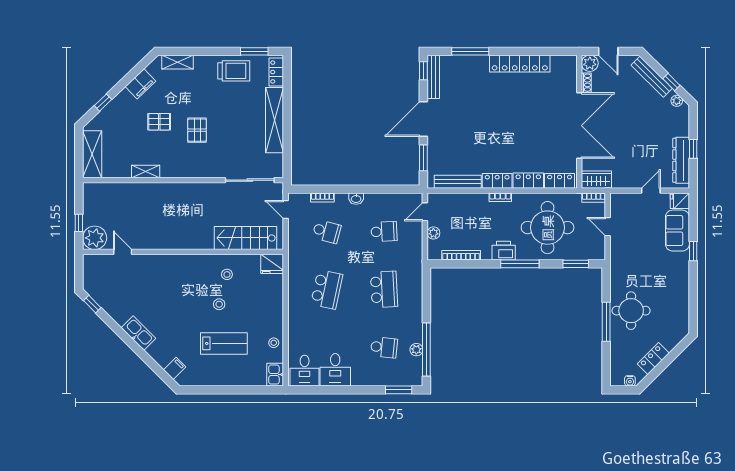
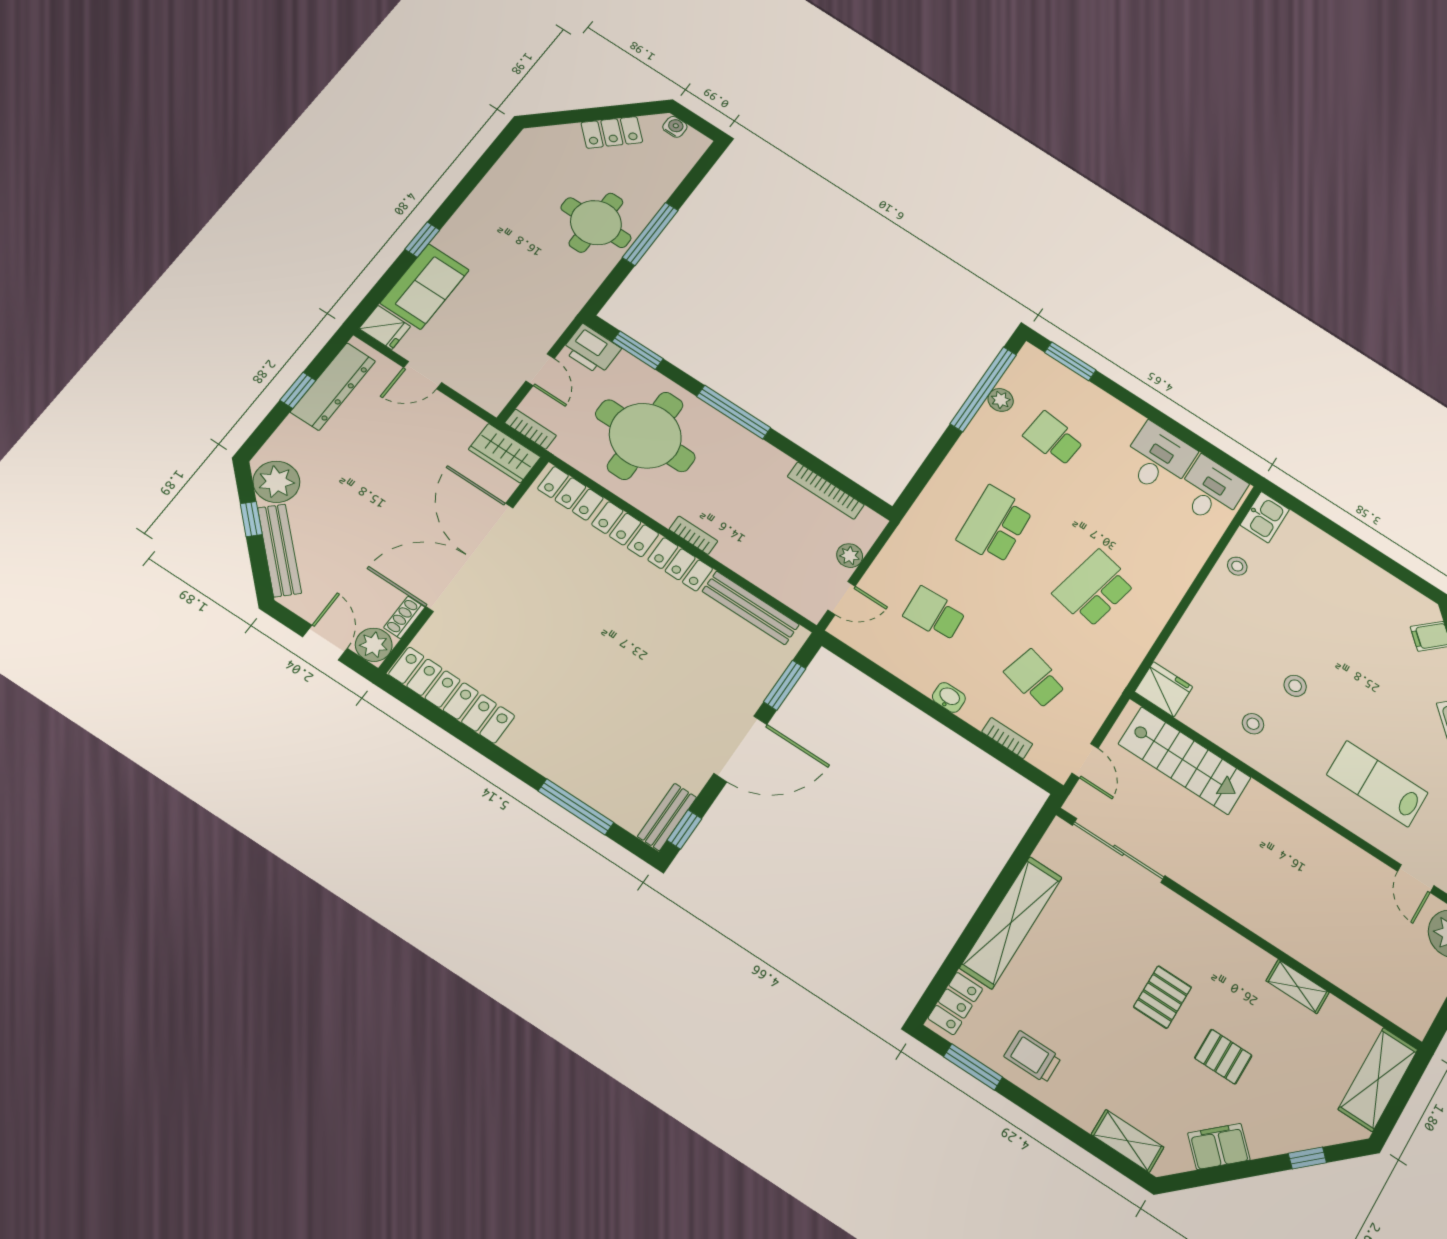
locker: (520, 64) -> (452, 695), moved
trolley: (234, 71) -> (1033, 1057), width x0.73, depth x0.72
bench: (433, 77) -> (667, 817), width x0.73
plant: (677, 101) -> (276, 482), width x1.88, depth x1.88
printer: (504, 251) -> (591, 349), moved
lab bench: (224, 343) -> (1377, 784), moved

